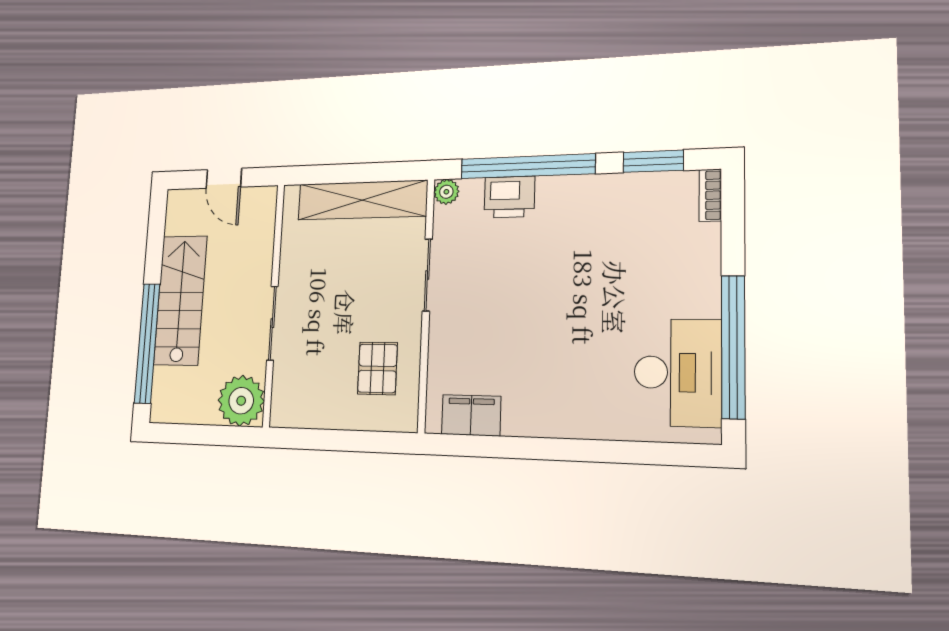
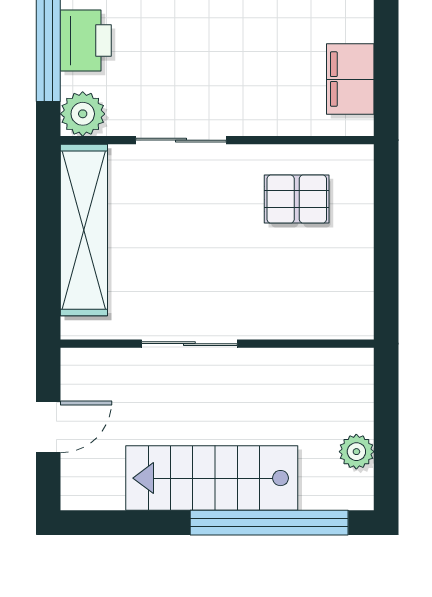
plant: (446, 192) -> (83, 114), width x1.38, depth x1.38
sliding door: (272, 323) -> (189, 344), moved
plant: (241, 401) -> (356, 452), moved, width x0.53, depth x0.53

